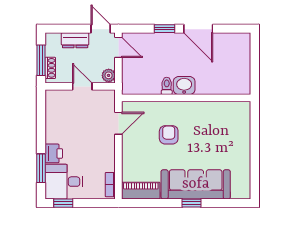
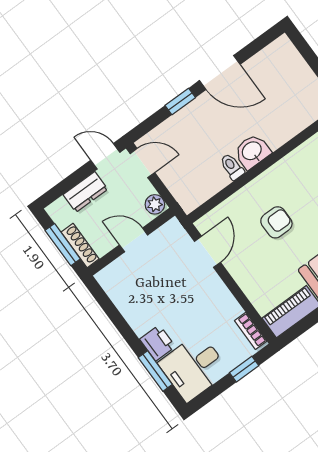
shoe rack: (50, 68) -> (80, 246), width x1.43
armchair: (169, 135) -> (276, 222), turned 90
window: (63, 203) -> (244, 369), moved

